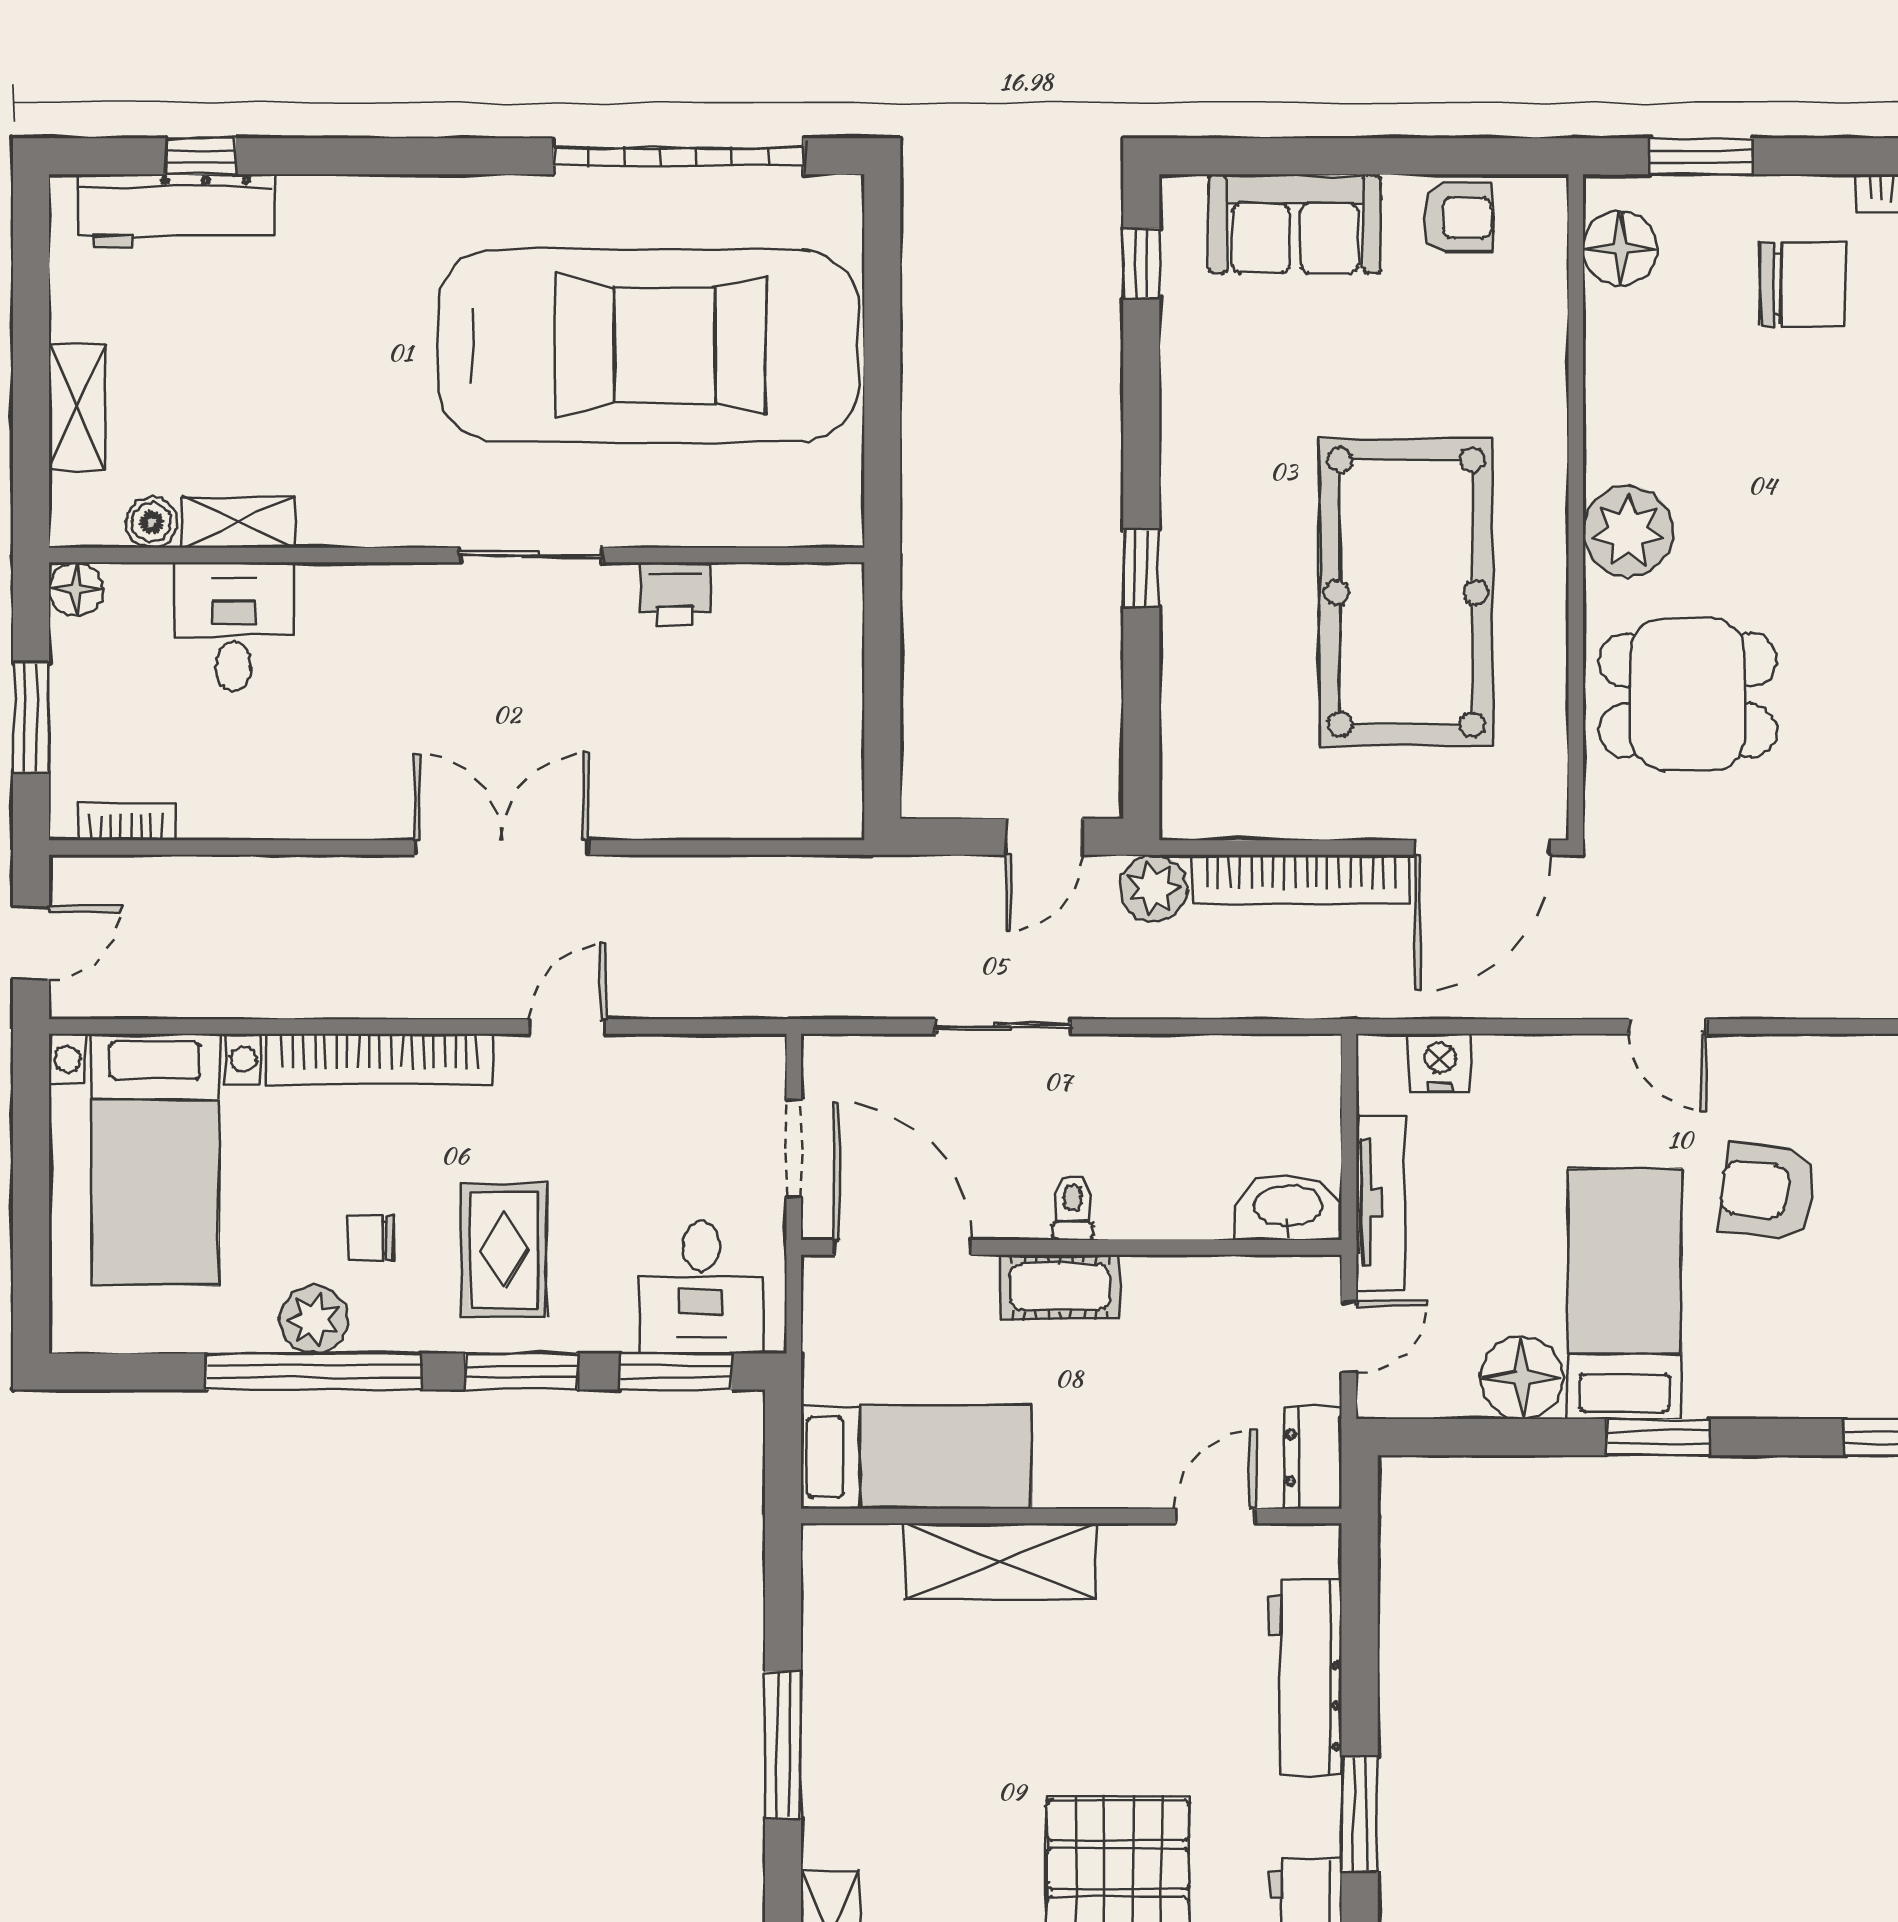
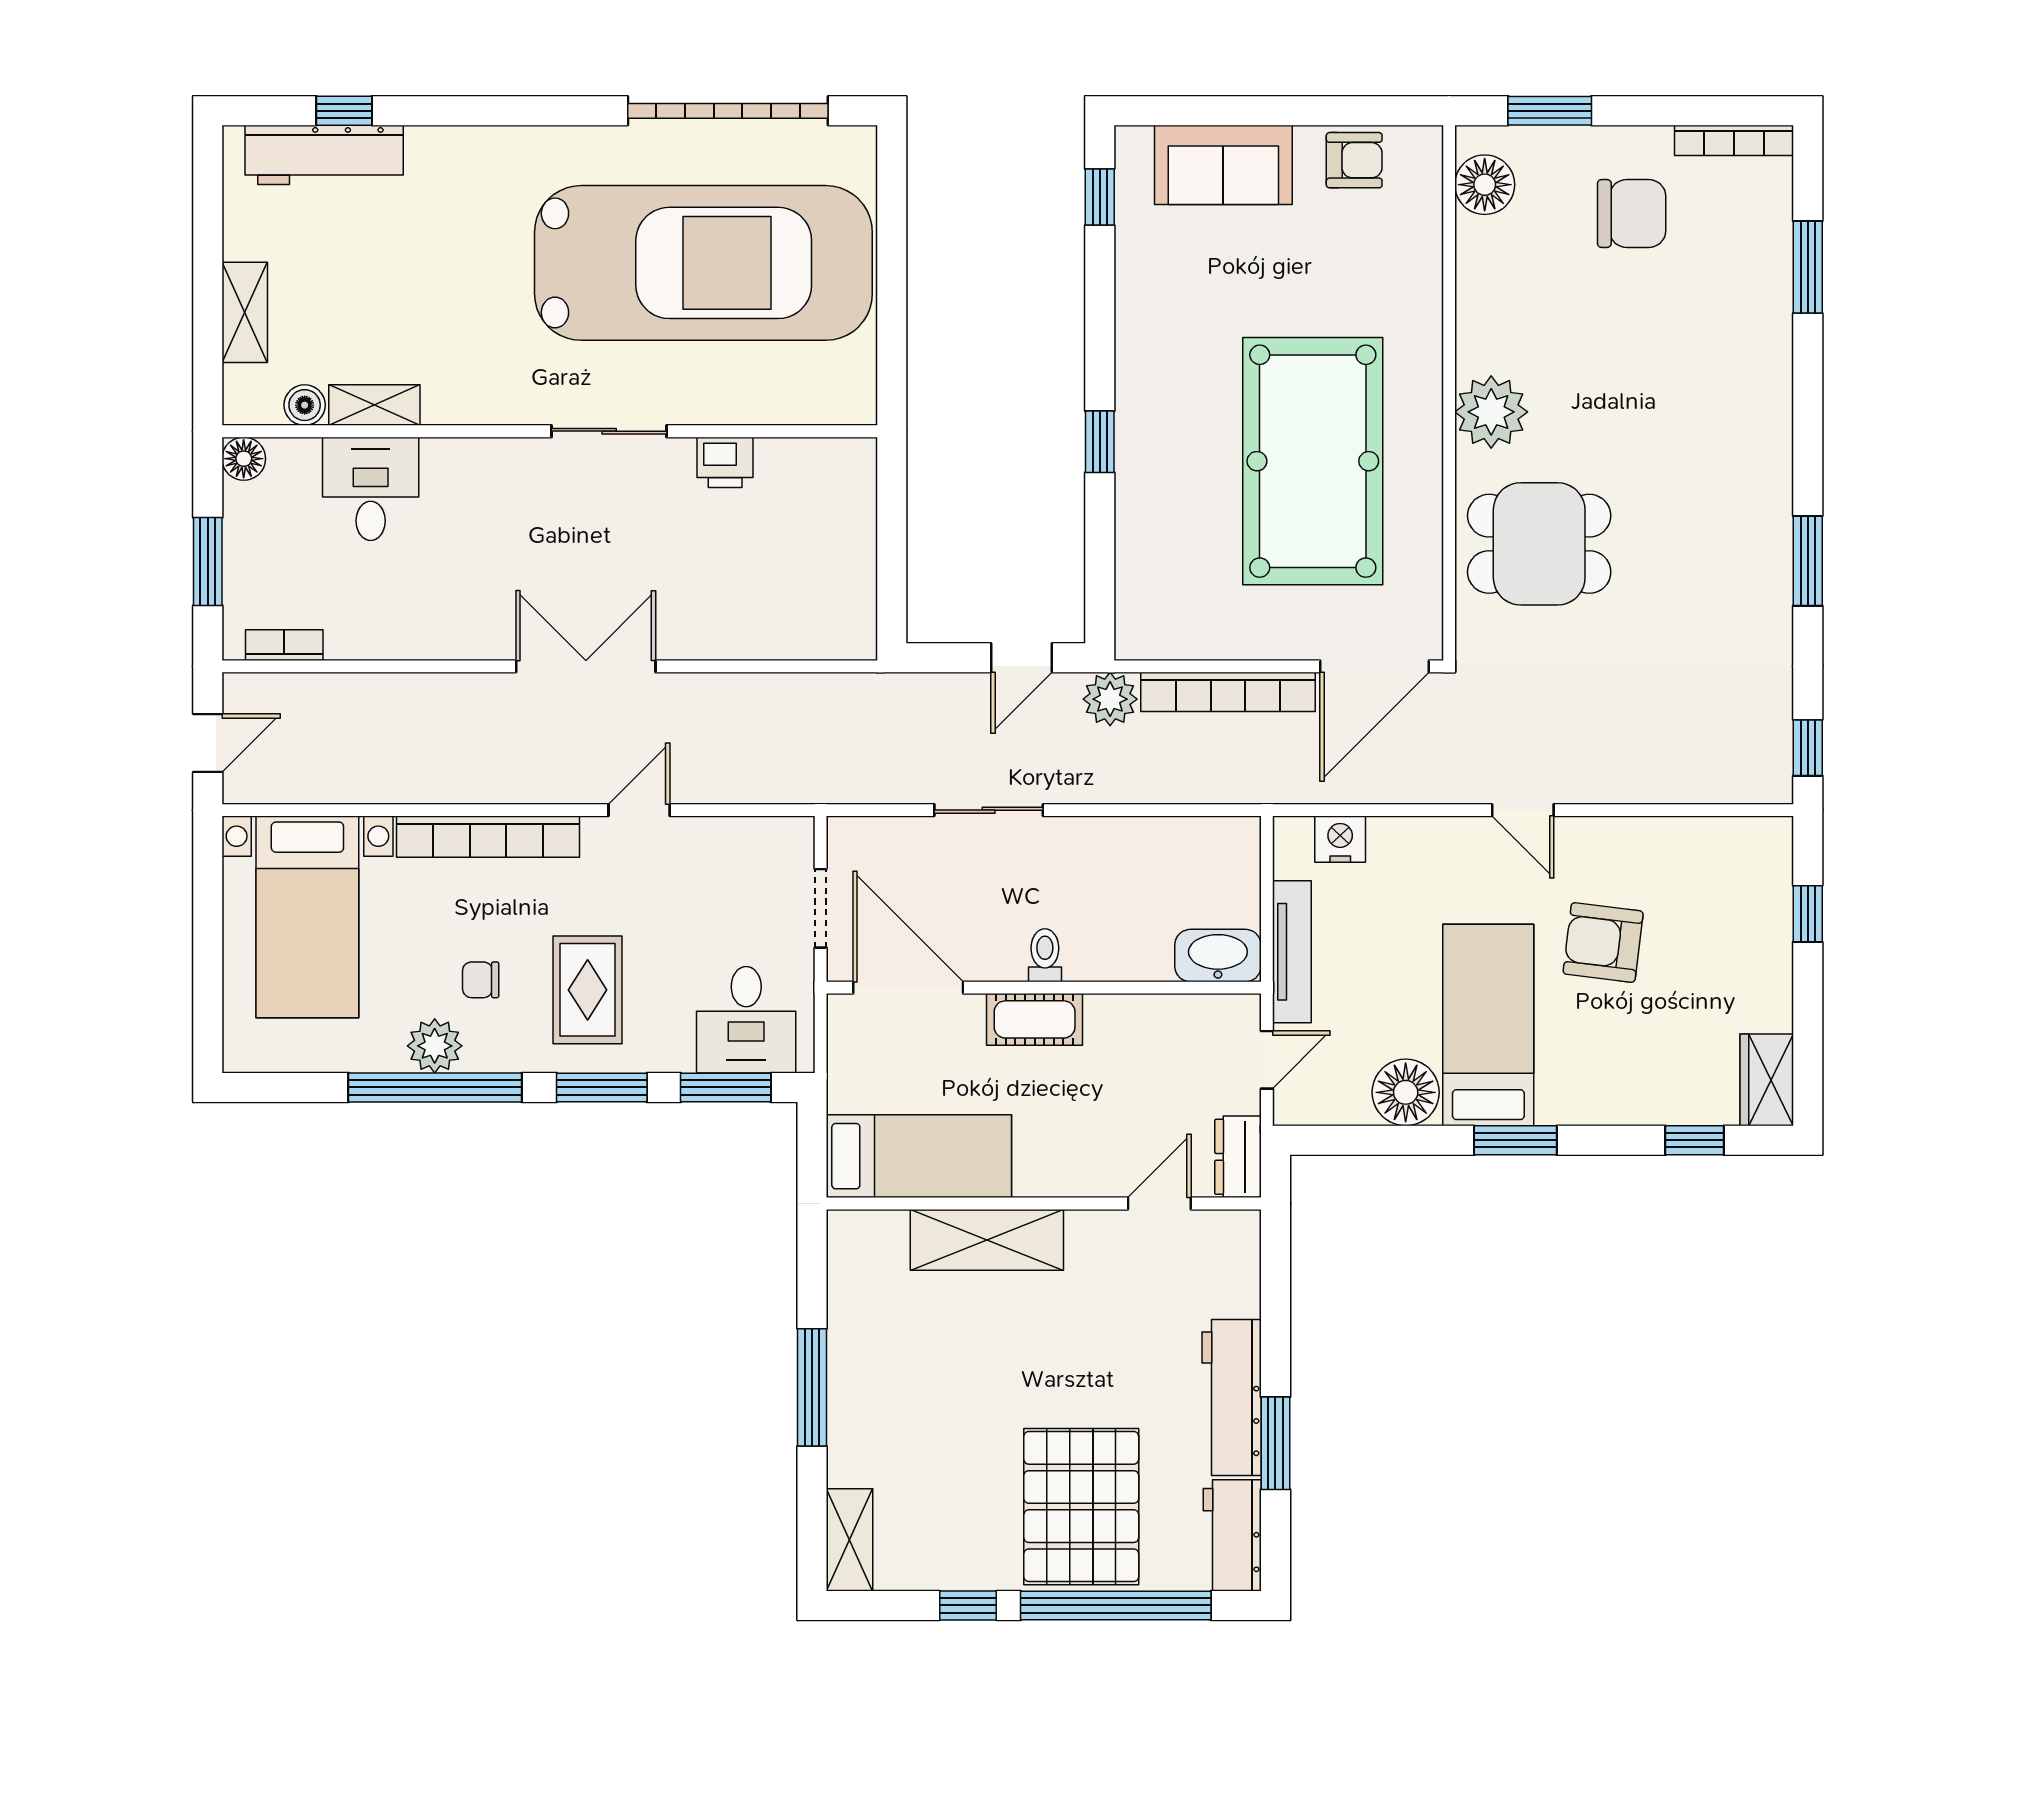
workbench: (1305, 1677) -> (1232, 1398), moved

